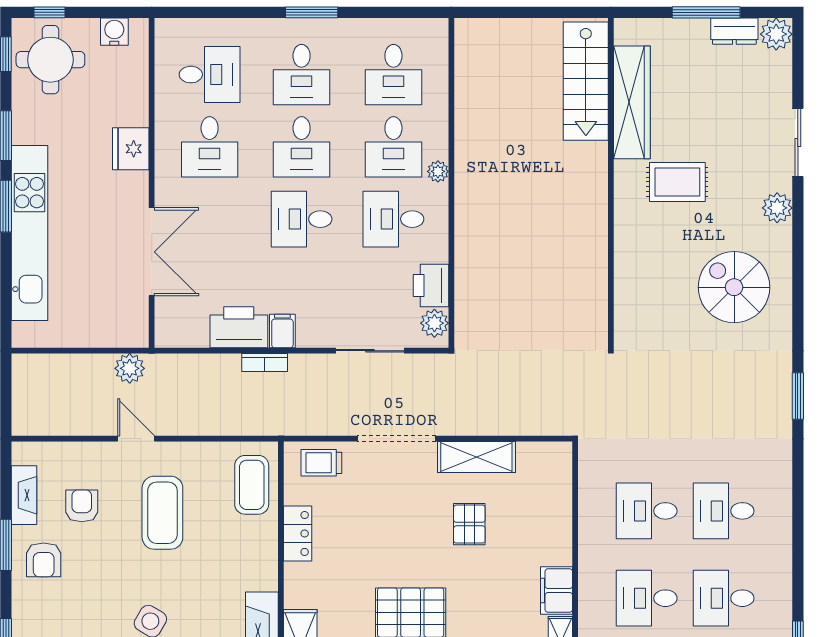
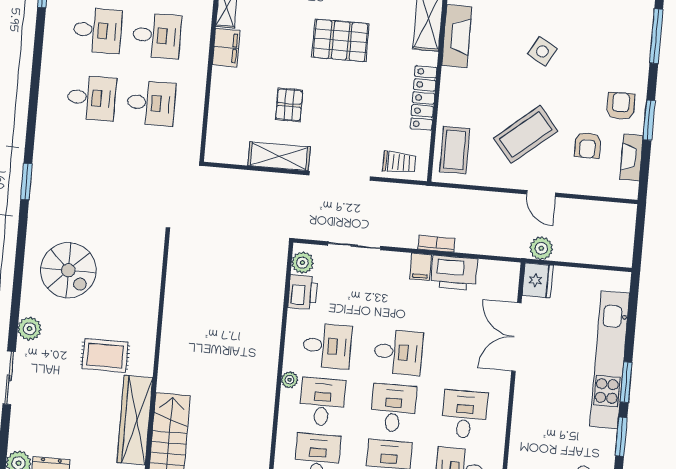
fridge: (131, 149) -> (538, 280), moved
coffee table: (162, 513) -> (526, 134), turned 50
locker: (298, 533) -> (424, 98), width x1.53

